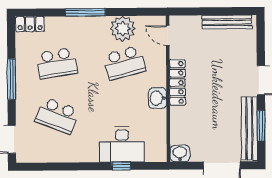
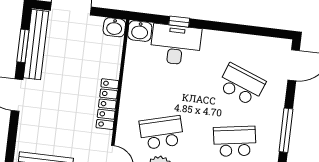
washbasin: (157, 98) -> (140, 31), moved, turned 90

